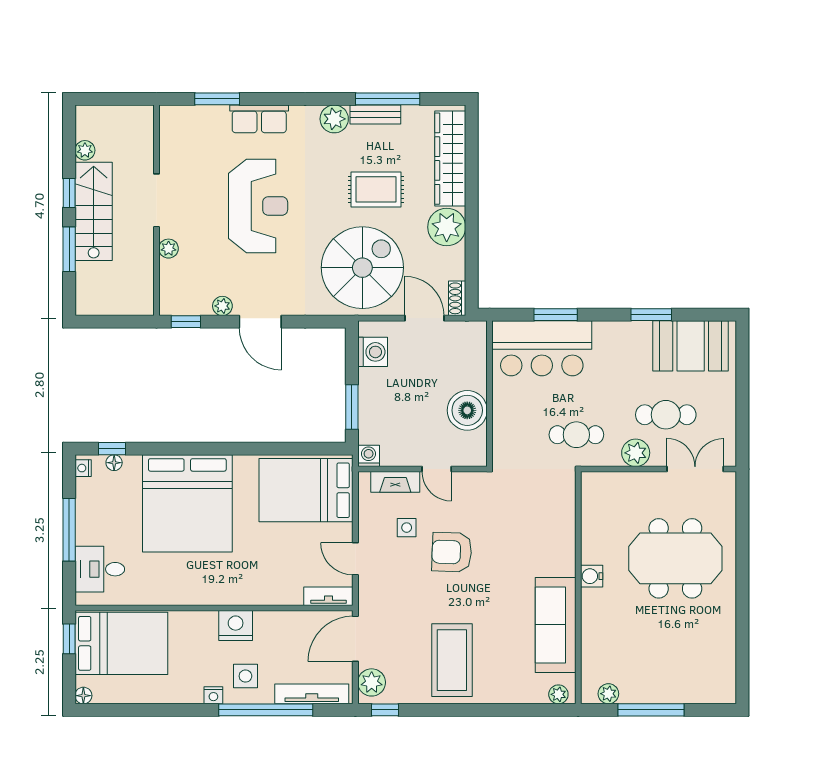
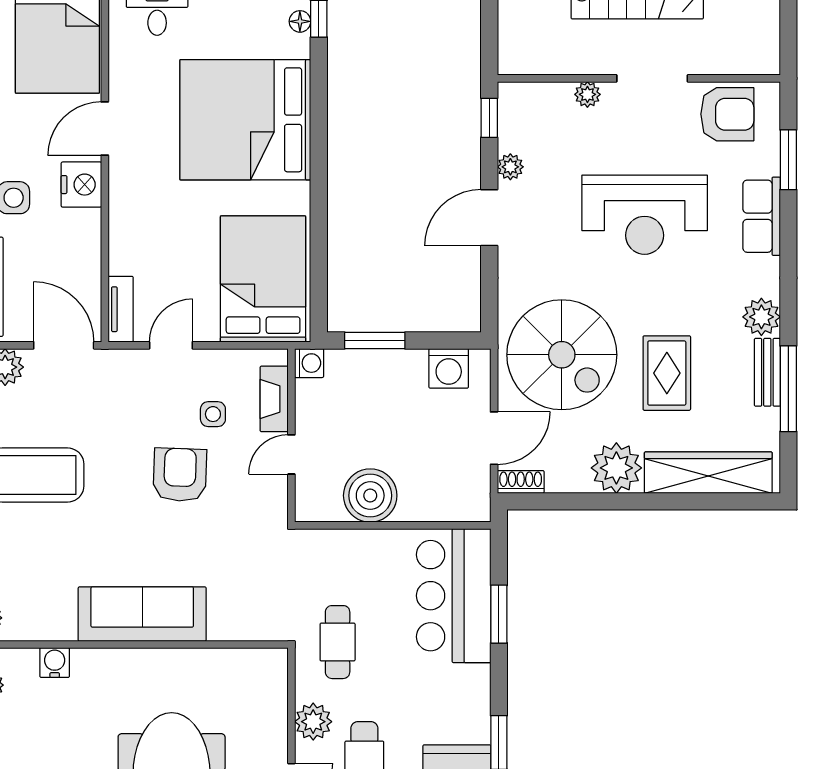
armchair: (183, 144) -> (727, 114), added
water cooler: (592, 576) -> (55, 663), moved
door: (194, 608) -> (105, 128), added
sofa: (556, 625) -> (142, 614), moved

